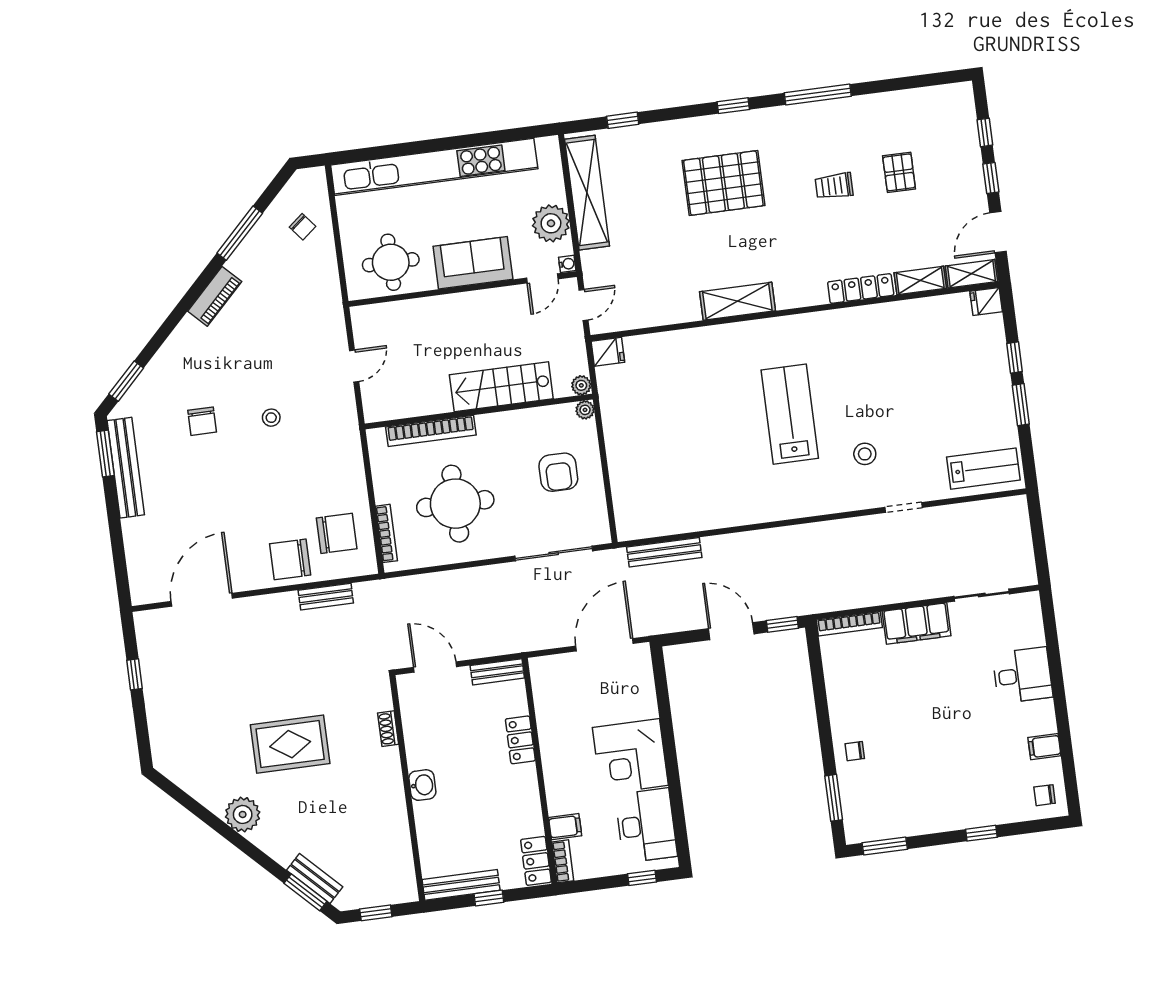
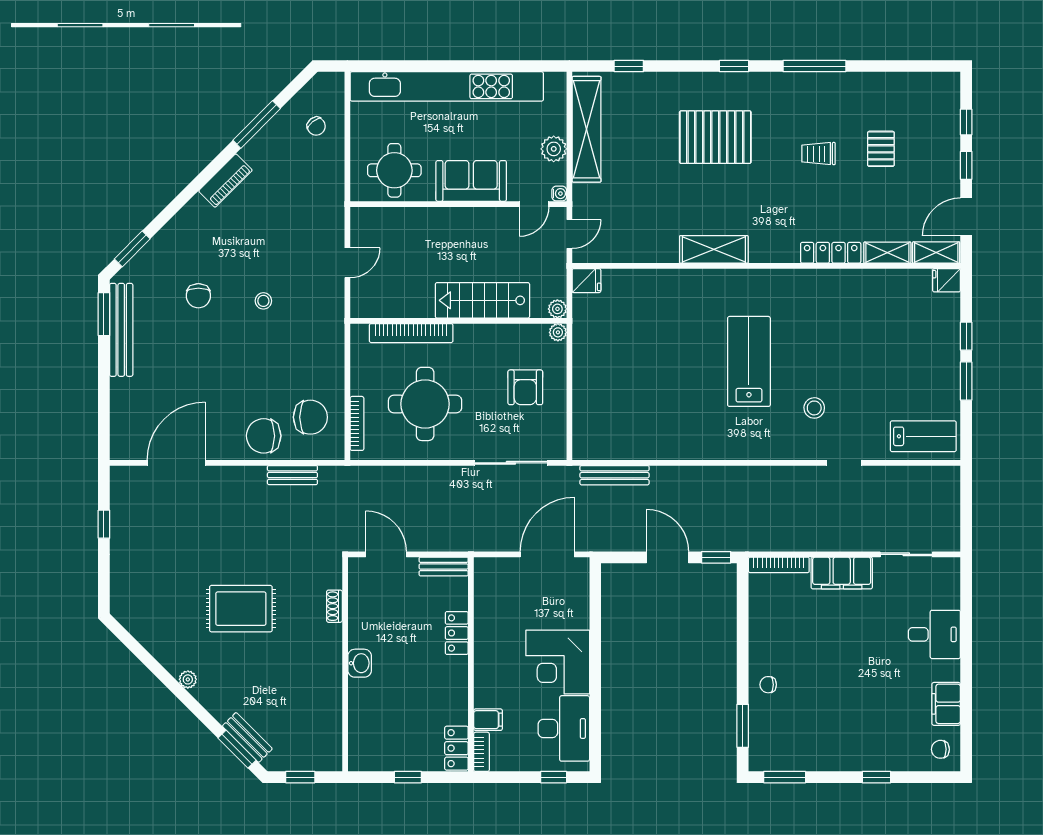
plant: (551, 223) -> (554, 149), width x0.73, depth x0.73
filing cabinet: (1044, 747) -> (946, 704), width x2.00
plant: (243, 814) -> (188, 679), width x0.53, depth x0.53
bench: (461, 885) -> (383, 761), removed

